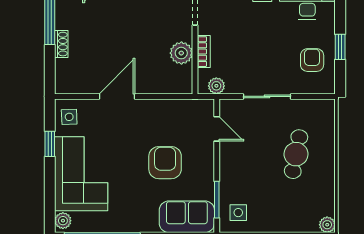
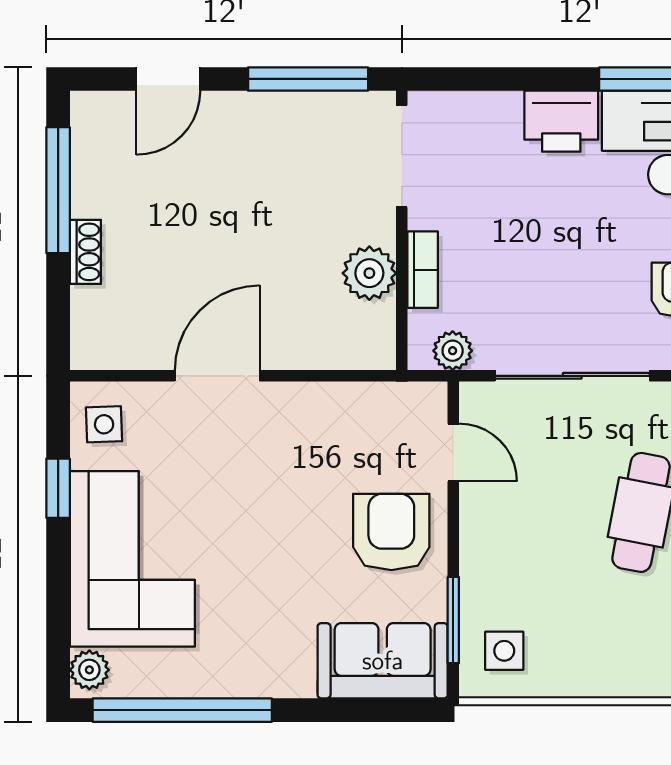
sliding door: (267, 96) -> (572, 376), width x1.37
armchair: (165, 163) -> (391, 532), moved

